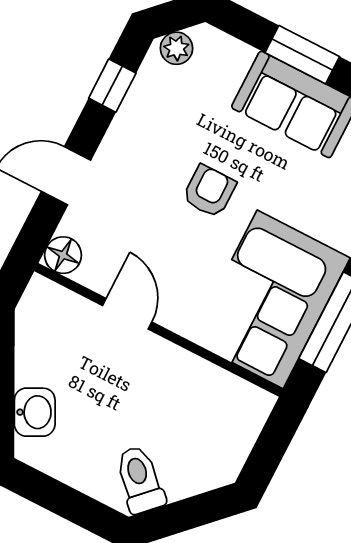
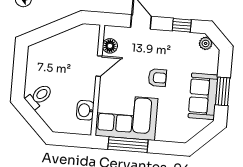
floor lamp: (63, 255) -> (110, 46), moved
washbasin: (35, 412) -> (85, 110), moved, turned 117

